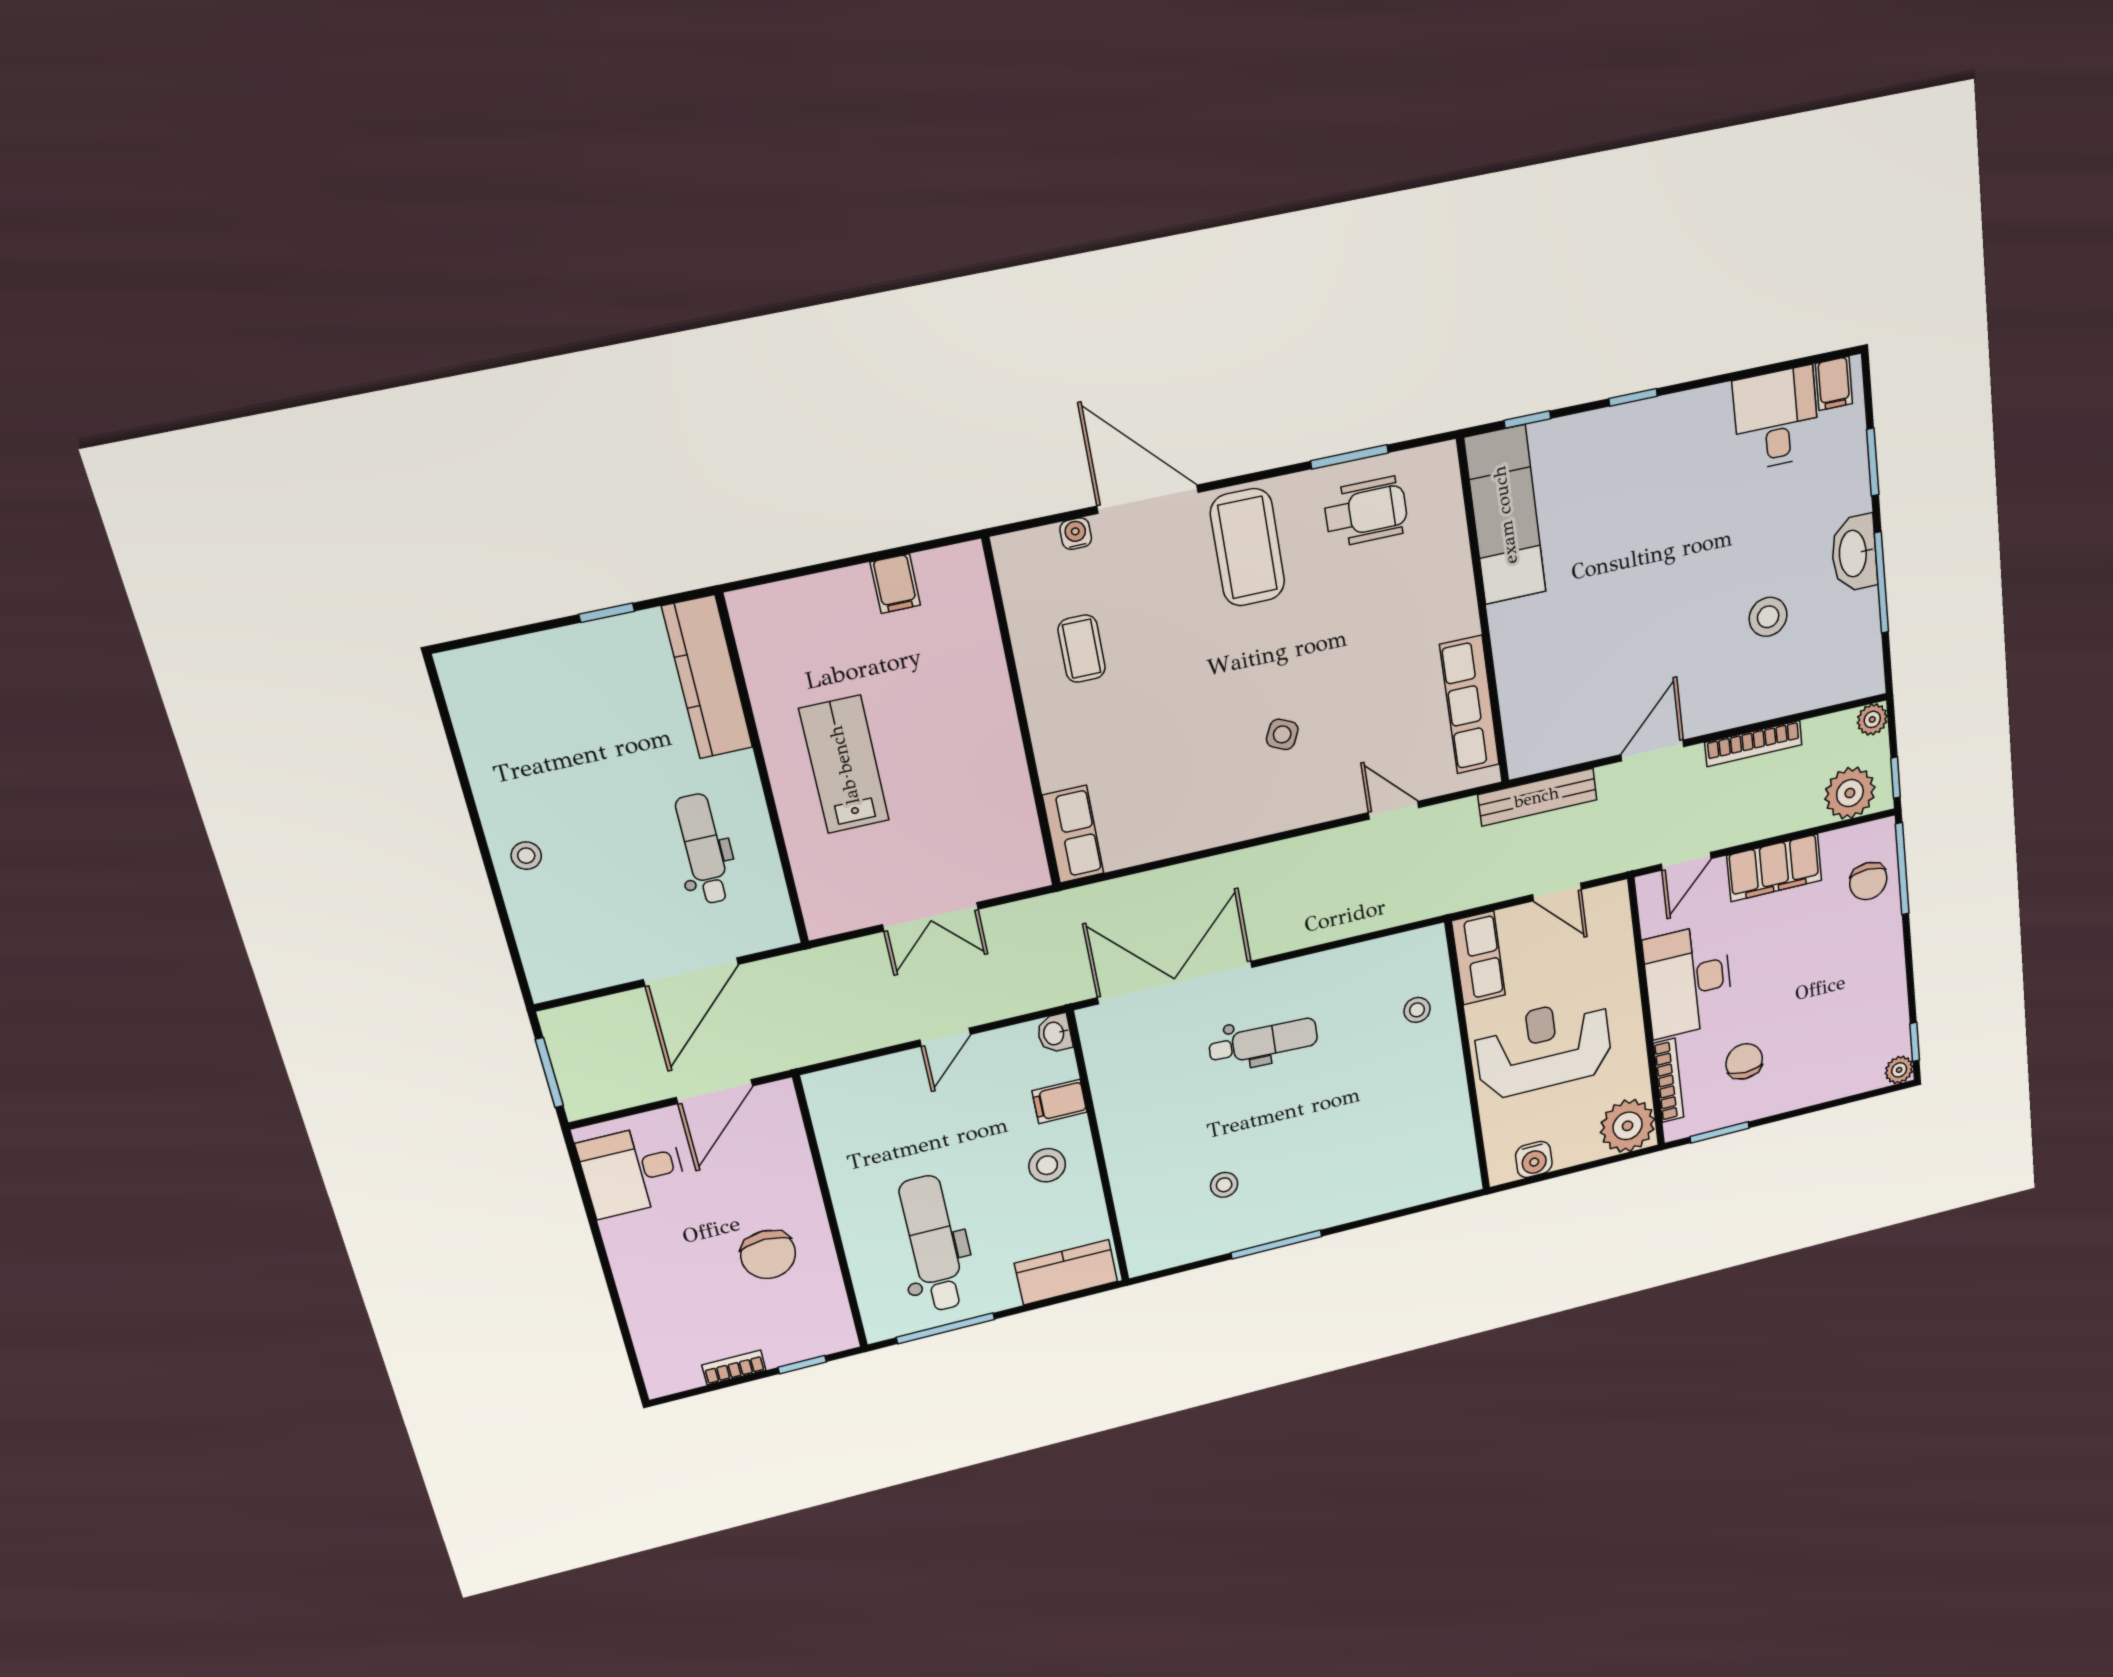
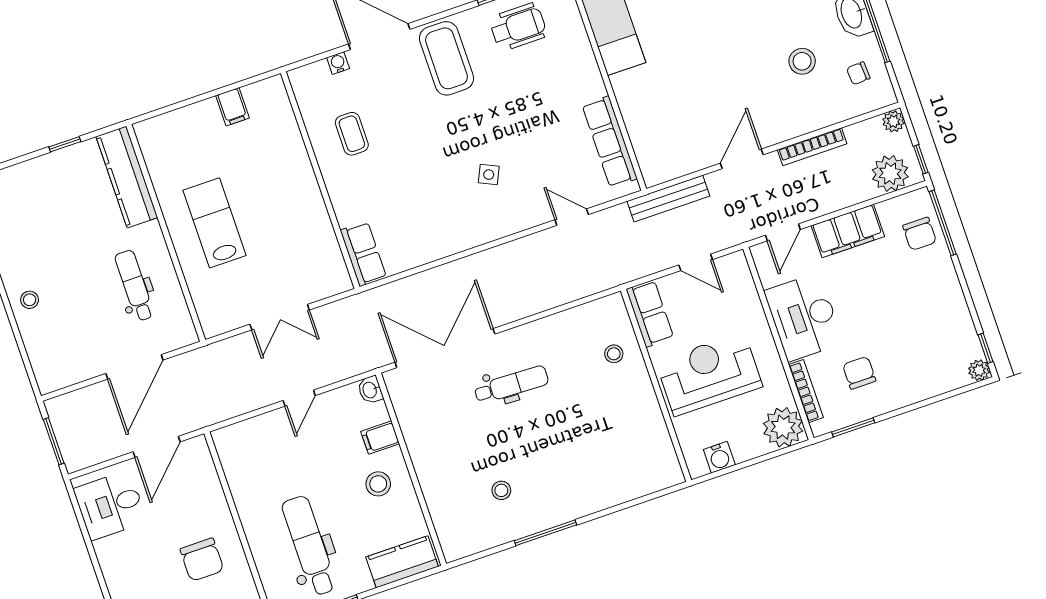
chair: (1841, 644) -> (858, 73), added

